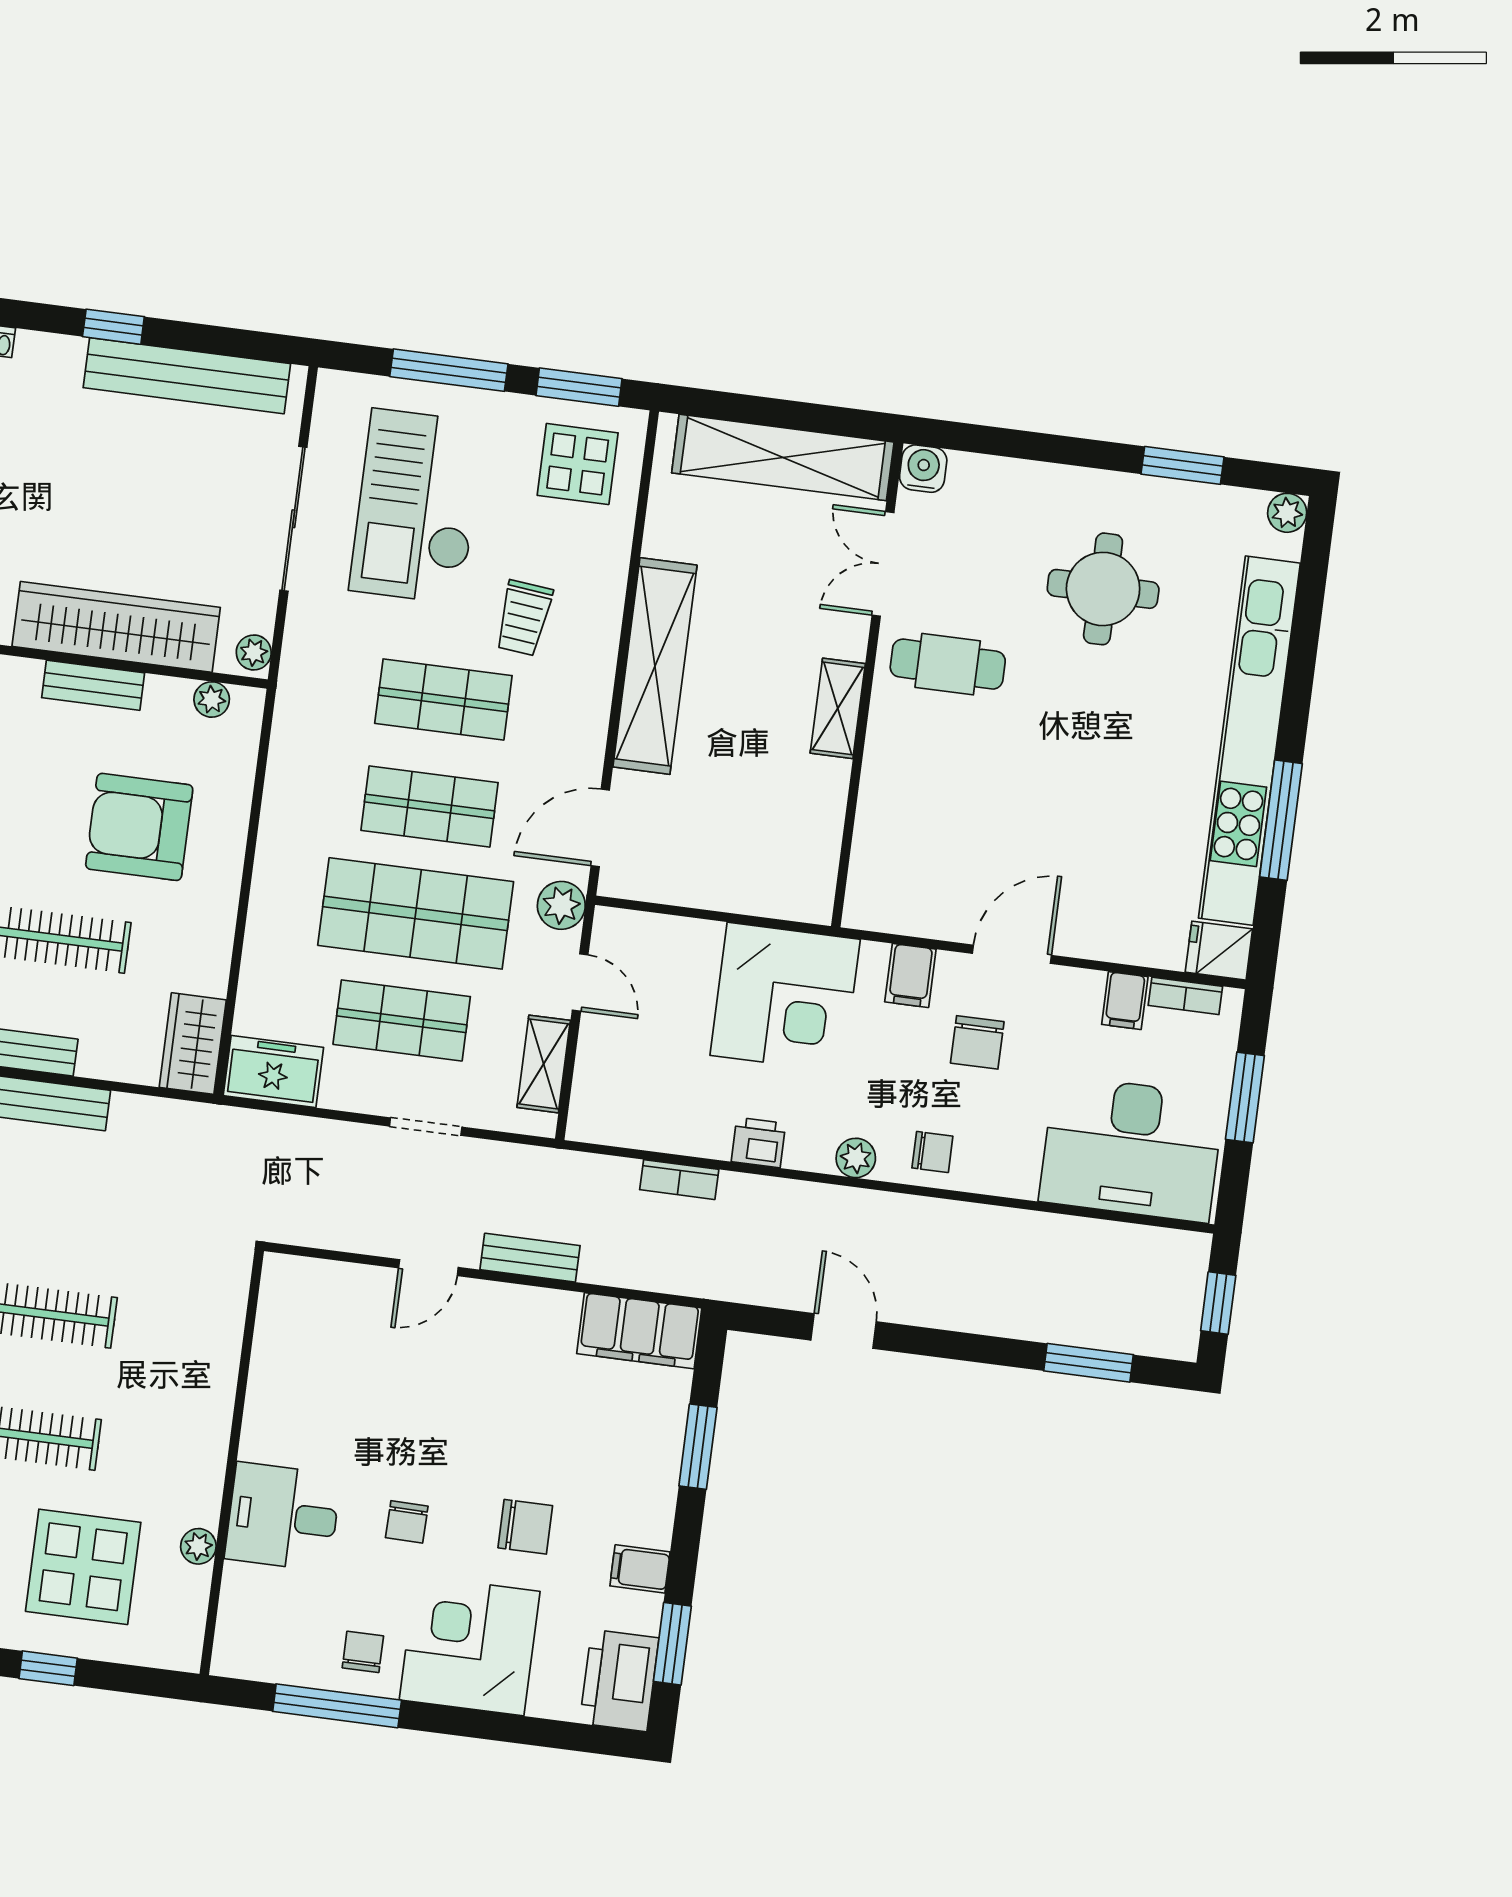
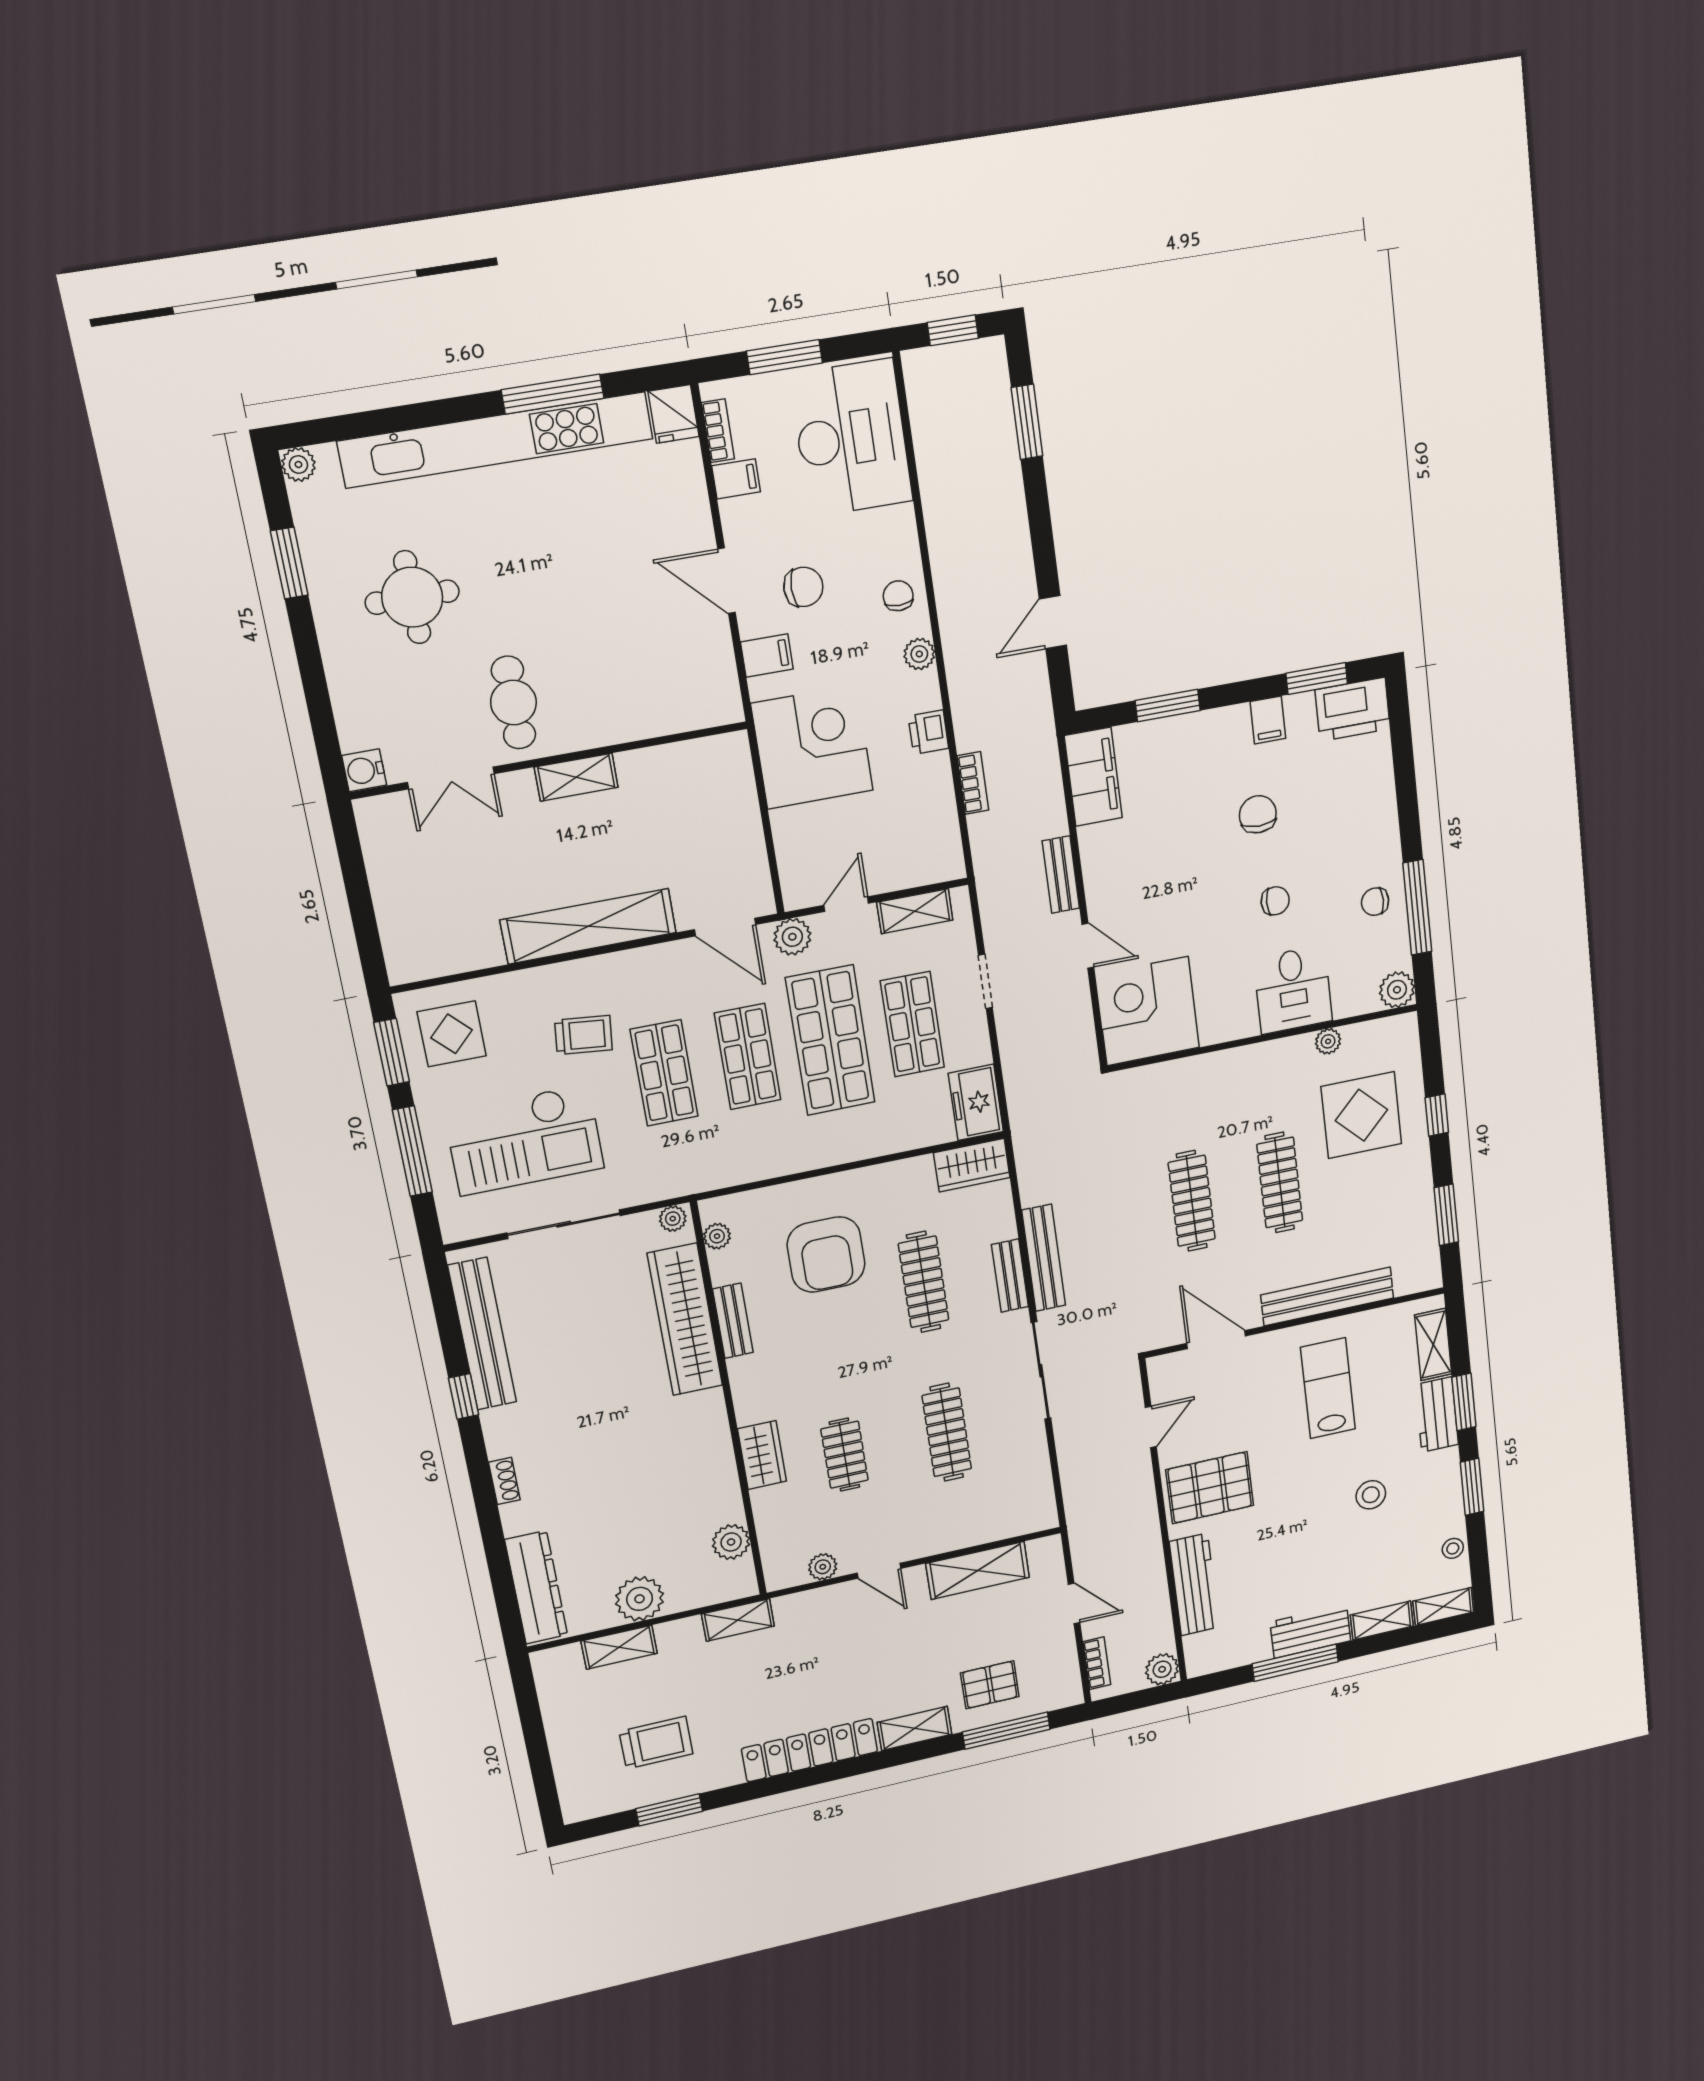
shelving: (783, 457) -> (393, 882), removed
corner desk: (470, 1646) -> (1147, 1011), moved, turned 90
plant: (237, 1654) -> (1397, 990), added

